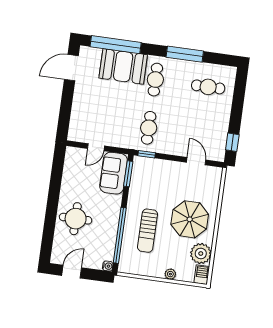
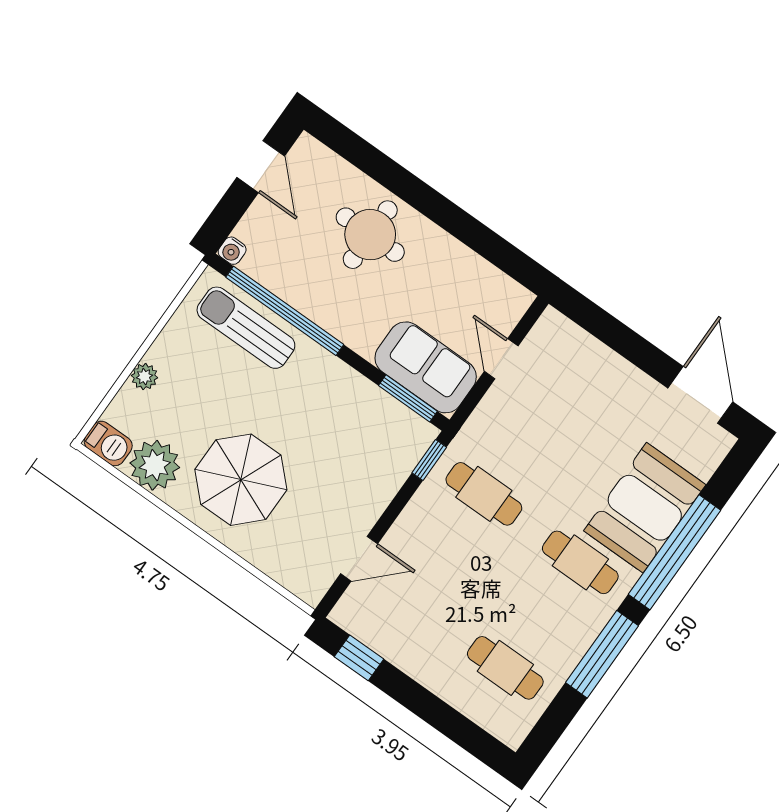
window: (116, 45) -> (674, 552), moved
cafe table: (208, 87) -> (505, 668), turned 90
sun lounger: (148, 231) -> (246, 328), moved

